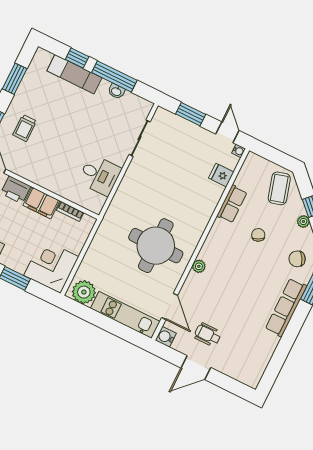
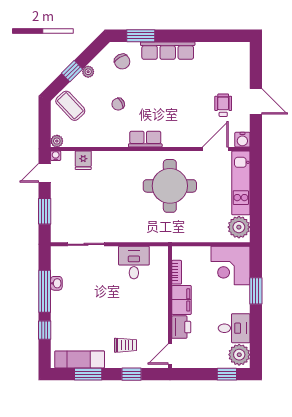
exam couch: (74, 74) -> (80, 359), moved, turned -90
coffee table: (279, 188) -> (70, 106), turned 63
row of seats: (232, 204) -> (145, 139), moved
plant: (199, 266) -> (57, 141), moved
wheelchair: (208, 335) -> (223, 105), turned 180

